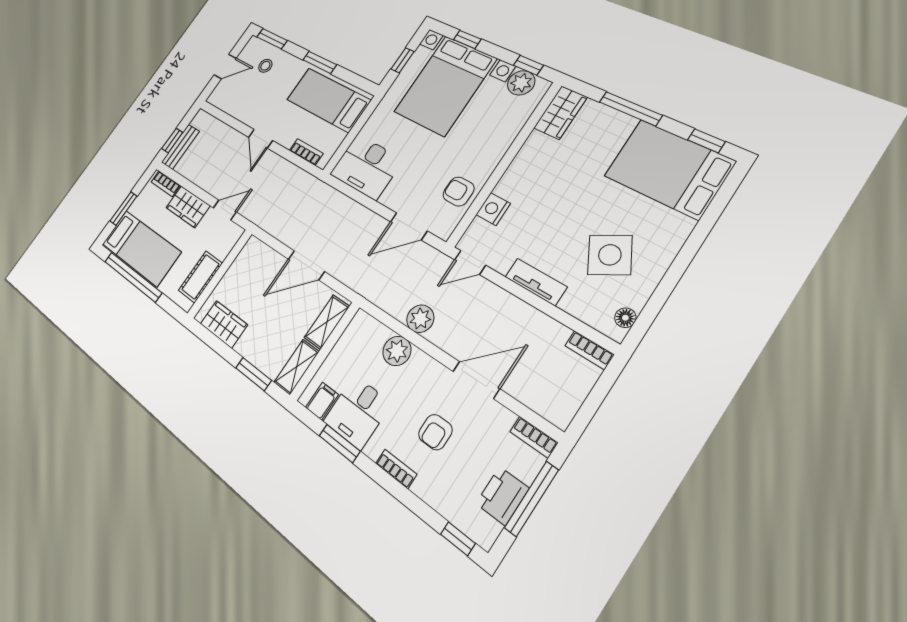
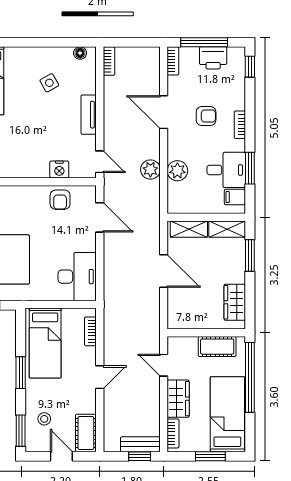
cot: (226, 100) -> (86, 433), added
side table: (610, 255) -> (49, 83), width x0.54, depth x0.54
window: (133, 277) -> (250, 377), moved

